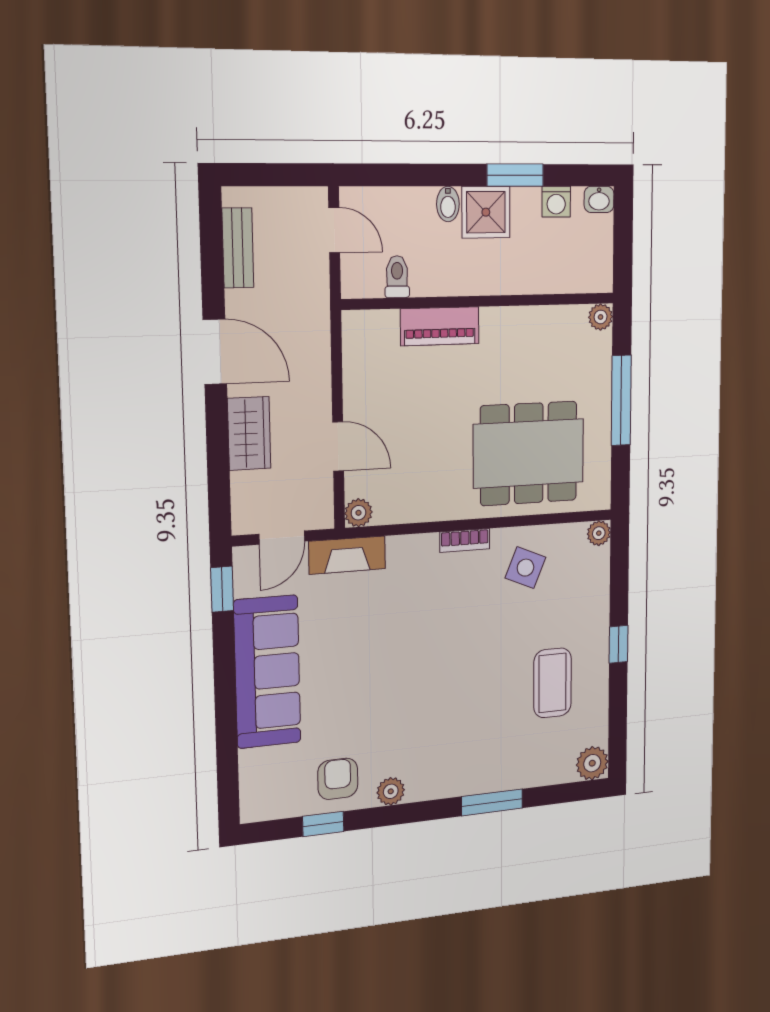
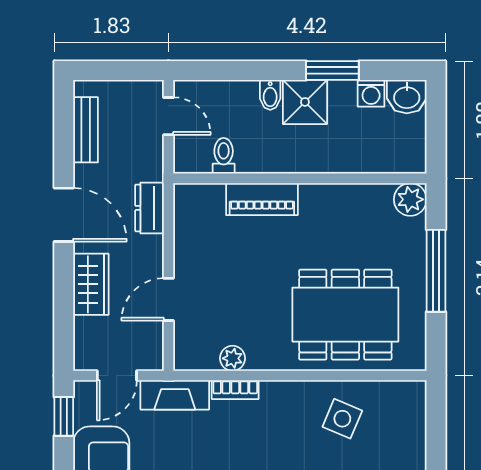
washbasin: (599, 199) -> (407, 97), width x1.38, depth x1.45
plant: (601, 317) -> (410, 199), width x1.38, depth x1.38
dresser: (315, 340) -> (149, 208), added
door: (338, 446) -> (168, 299), swing flipped
plant: (358, 513) -> (232, 358), moved
plant: (599, 533) -> (415, 392), removed
bookcase: (465, 540) -> (235, 390), moved

